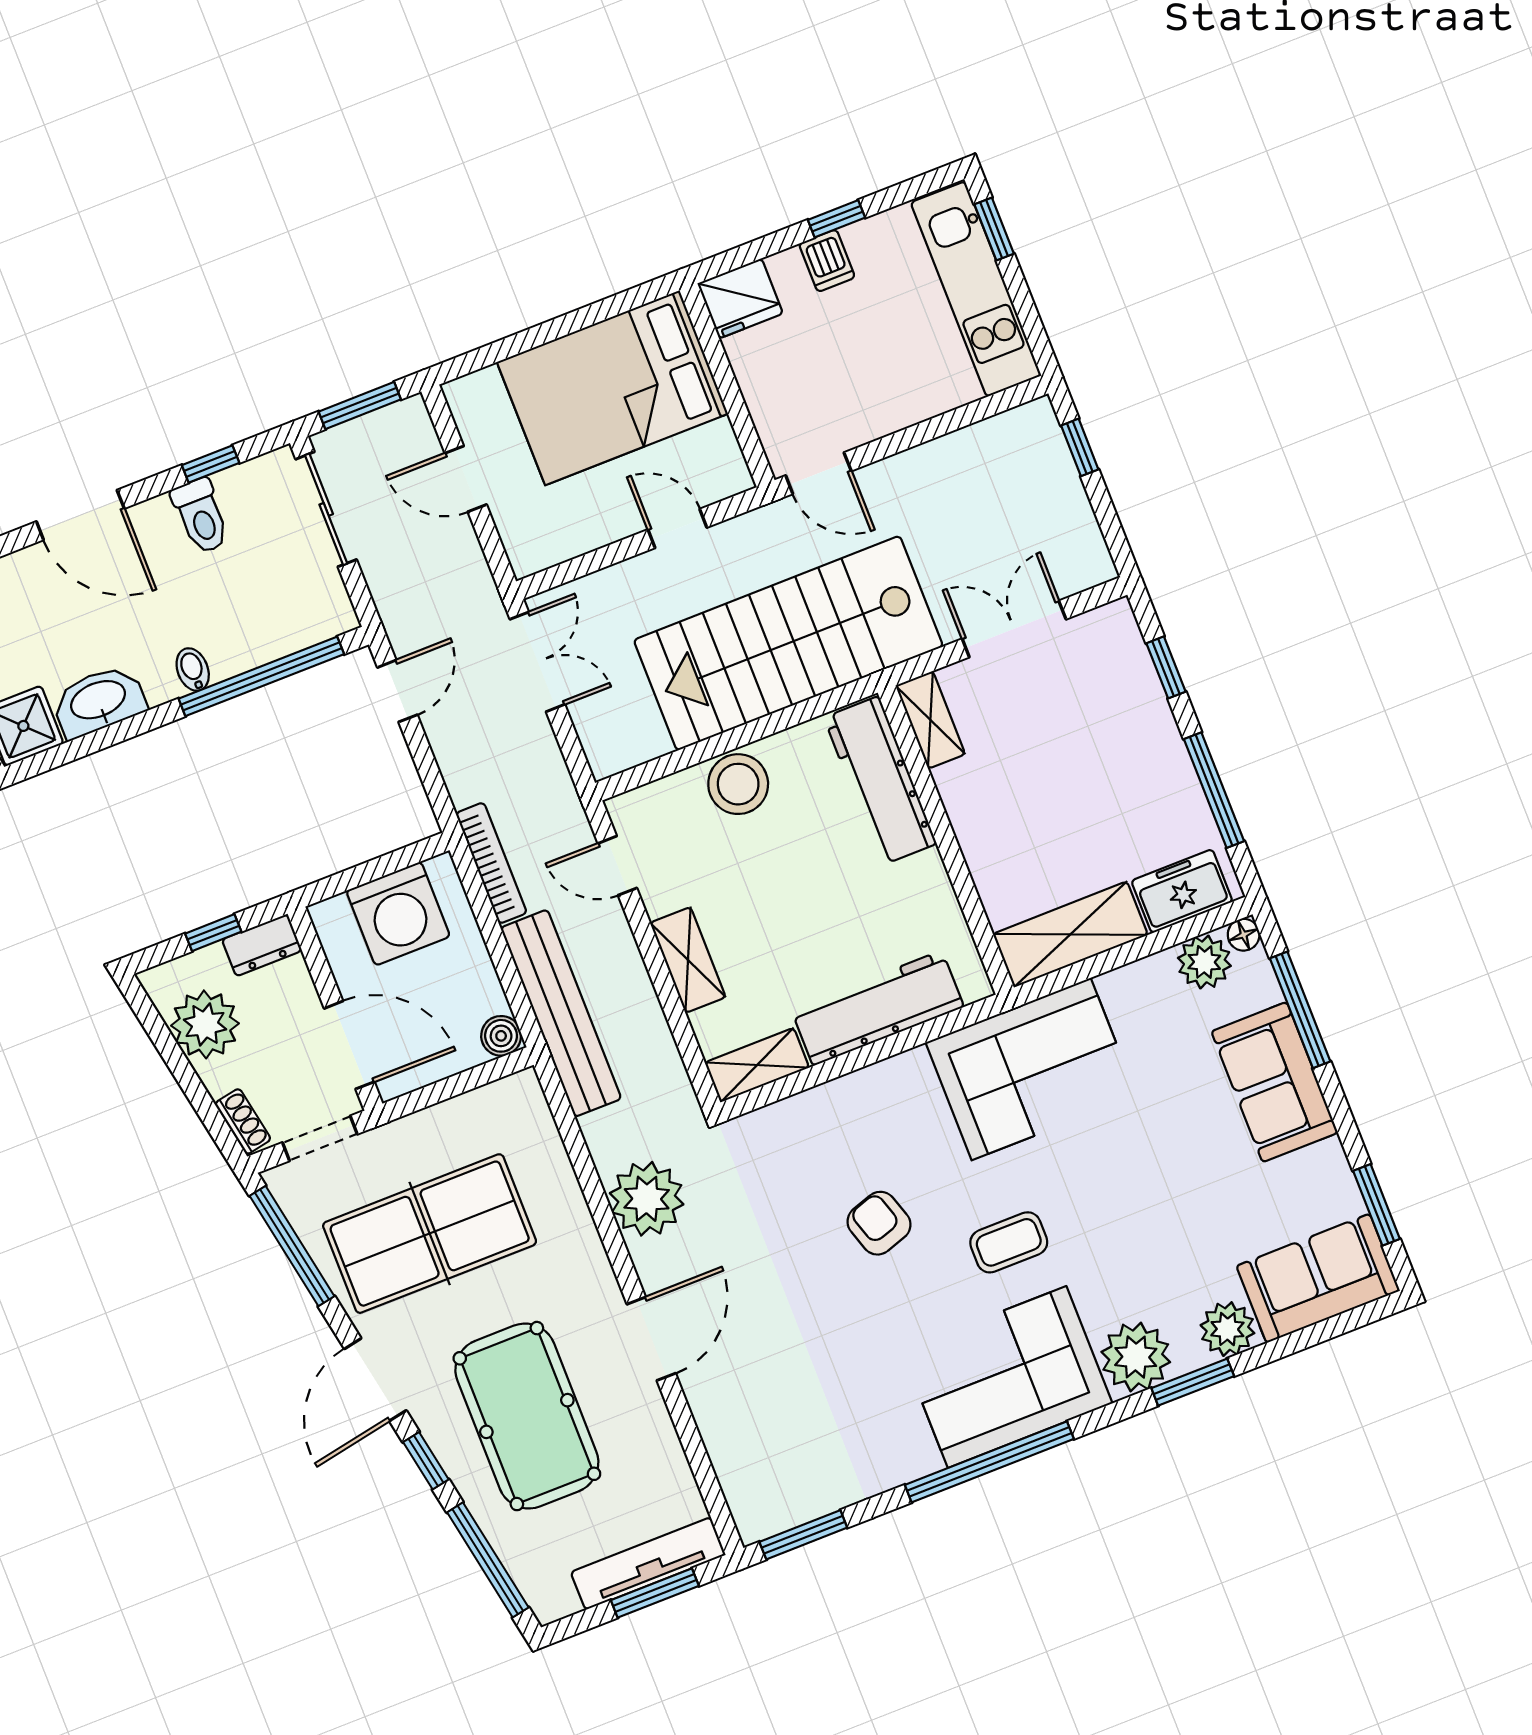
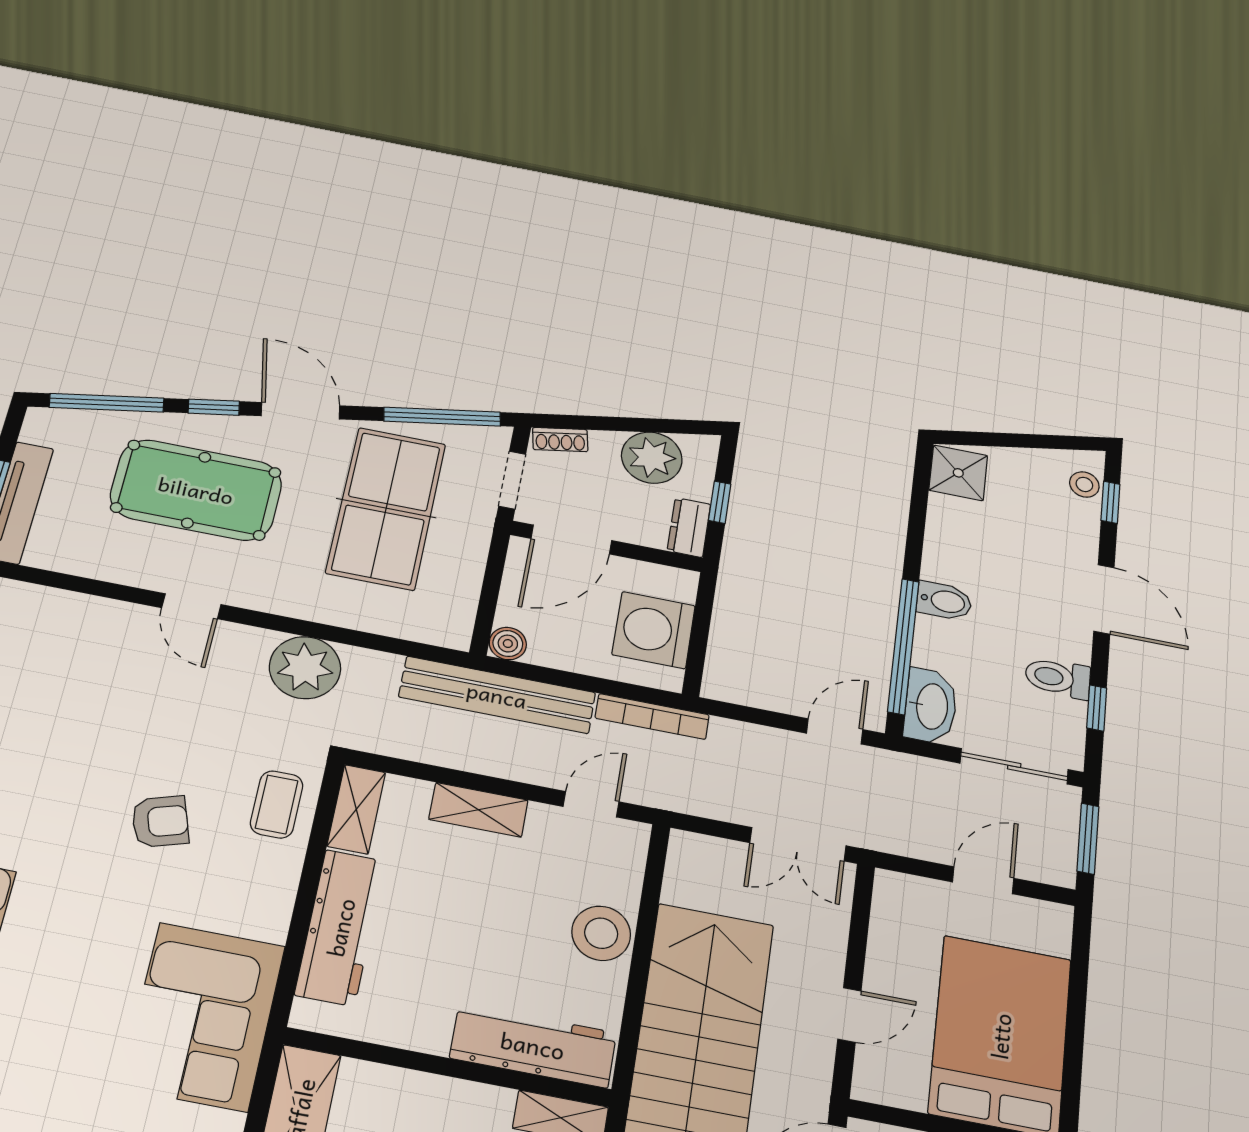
door: (80, 515) -> (1104, 599), swing flipped
bidet: (193, 670) -> (944, 601), width x1.38, depth x1.36
door: (397, 691) -> (835, 731), swing flipped
washbasin: (99, 701) -> (931, 706), moved
coffee table: (1009, 1242) -> (277, 804), moved
door: (651, 1339) -> (191, 606), width x0.73

